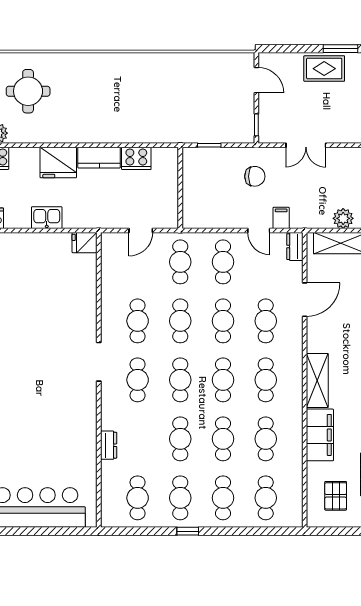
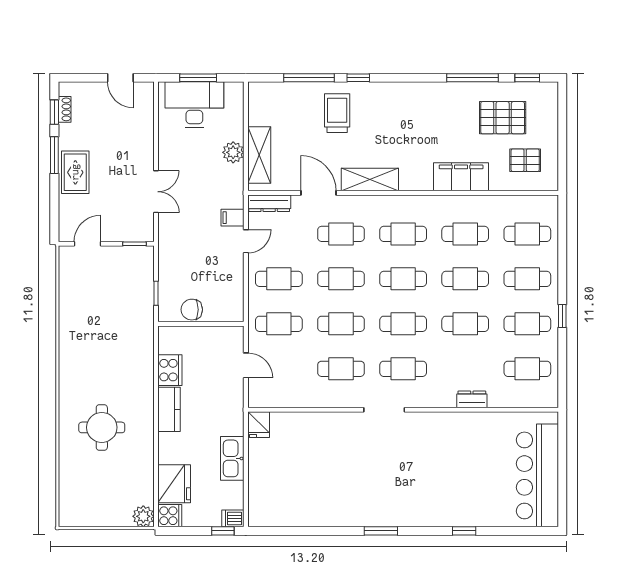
round table: (28, 91) -> (102, 427), moved
fridge: (58, 162) -> (174, 484), moved
chair: (255, 176) -> (192, 310), moved, turned -90
kitchen sink: (47, 218) -> (232, 458), width x1.38
dresser: (295, 247) -> (269, 203), width x1.44
shelving: (317, 380) -> (370, 180), moved

